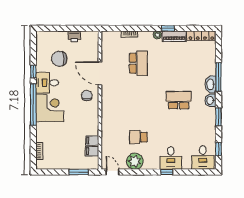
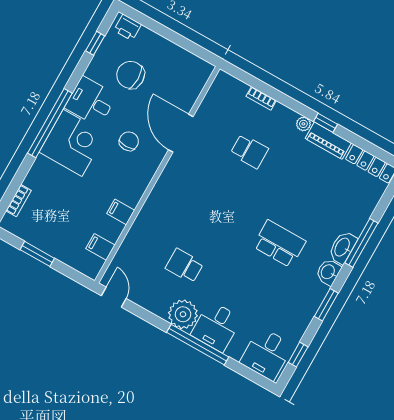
printer: (74, 36) -> (128, 27), moved
school desk: (138, 63) -> (249, 151), width x0.54
window: (33, 71) -> (95, 43), moved
chair: (87, 96) -> (129, 141), moved
filing cabinet: (92, 141) -> (121, 212), moved
plant: (135, 161) -> (183, 314), moved
window: (79, 172) -> (37, 254), moved
window: (167, 172) -> (198, 345), width x3.17

